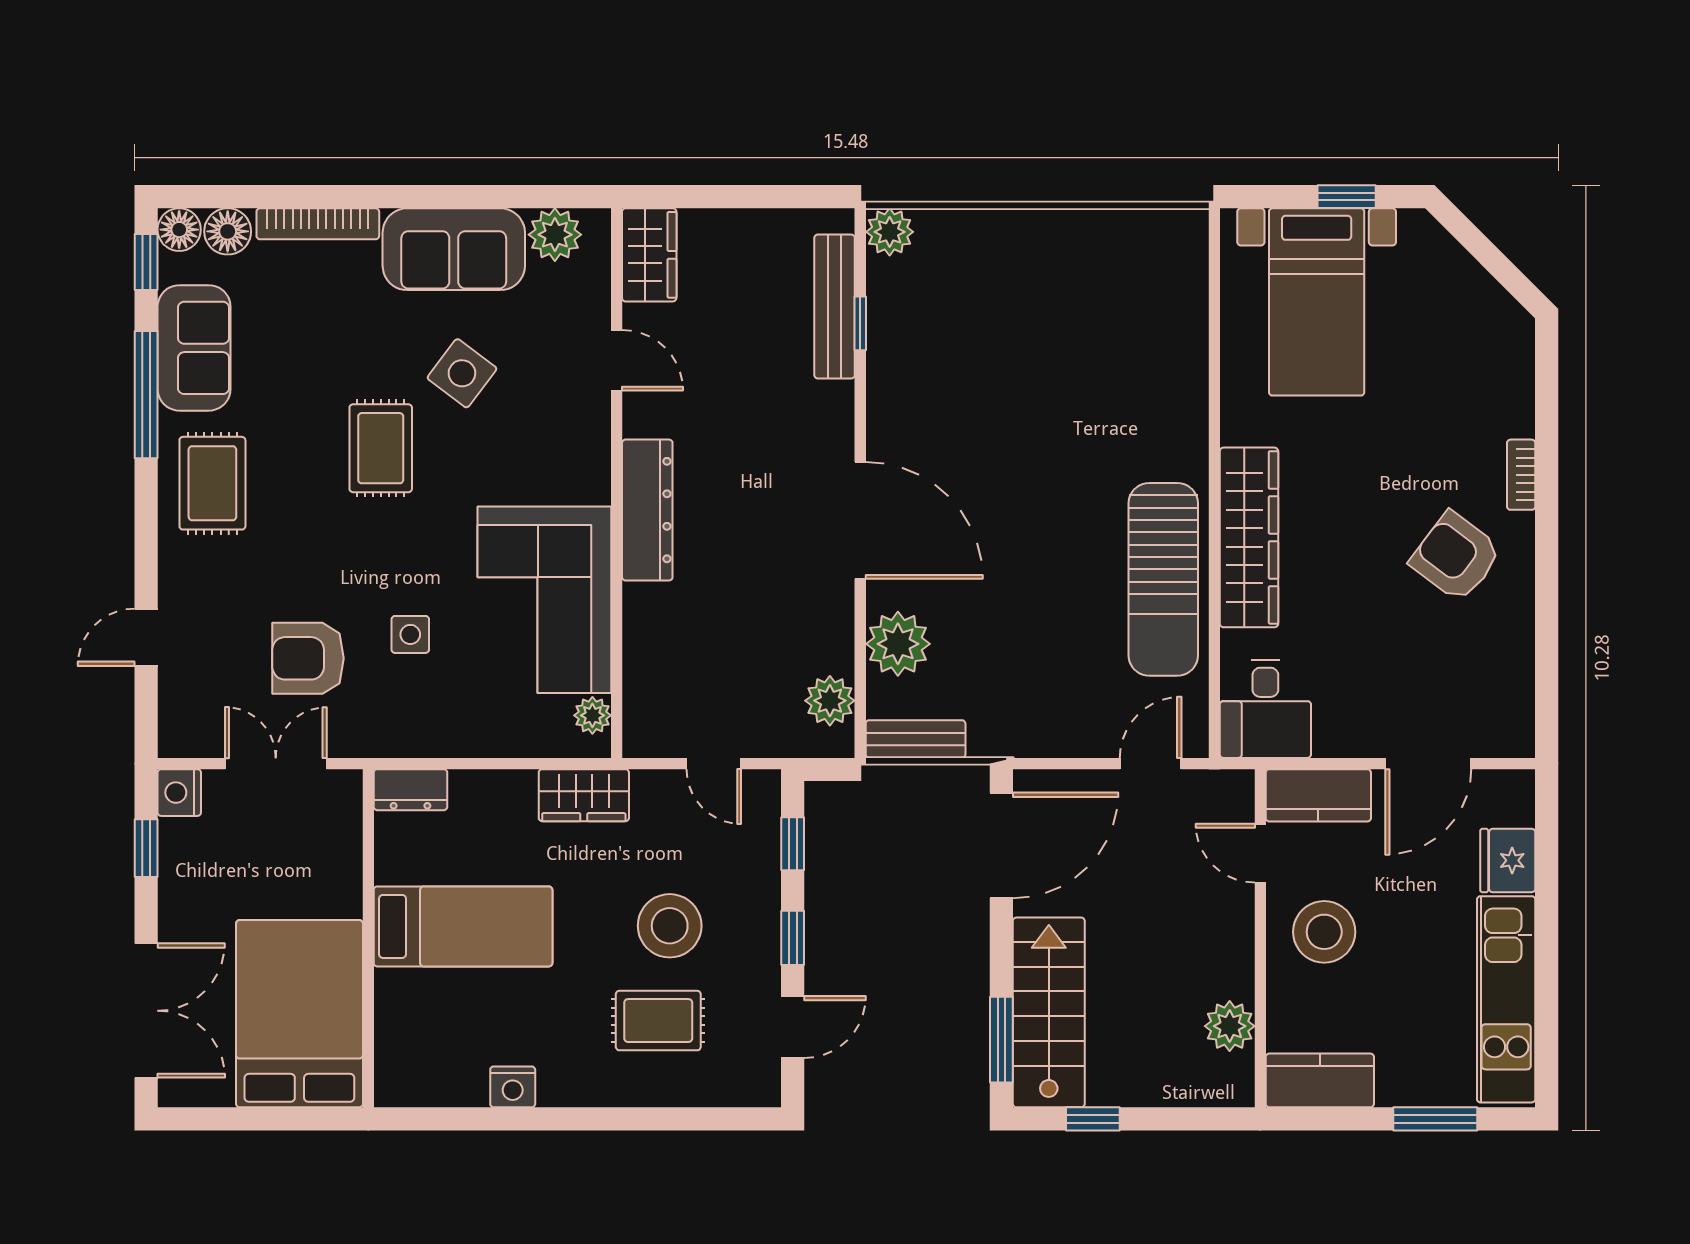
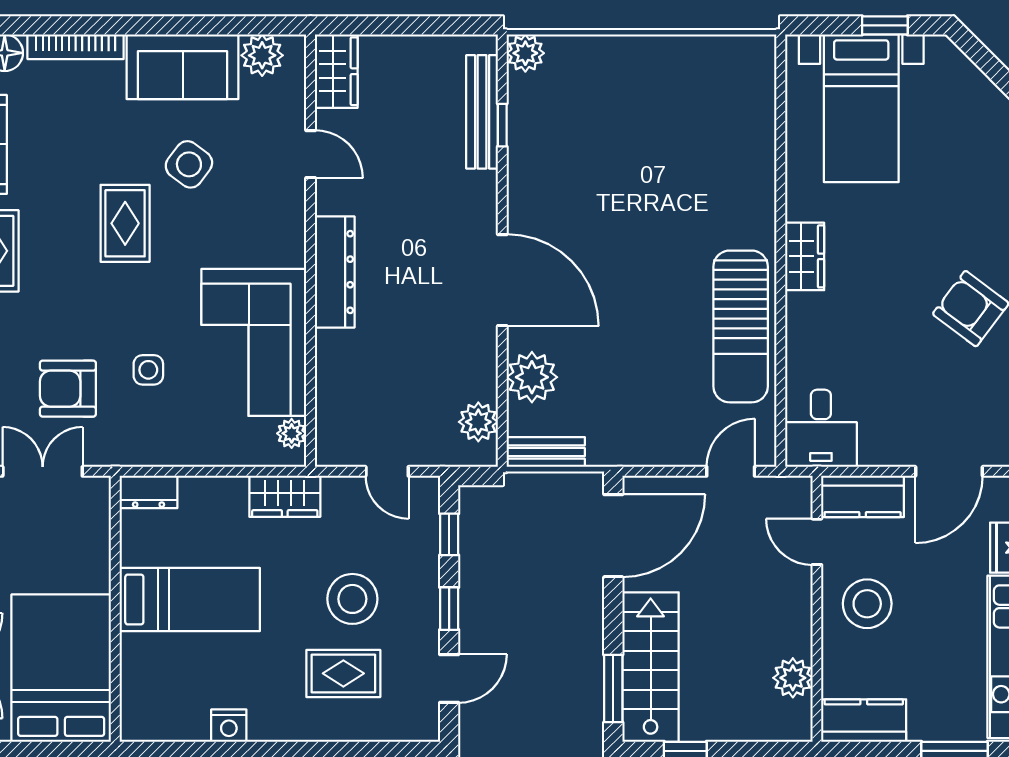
wardrobe: (1249, 537) -> (805, 256), width x0.48, depth x0.85

